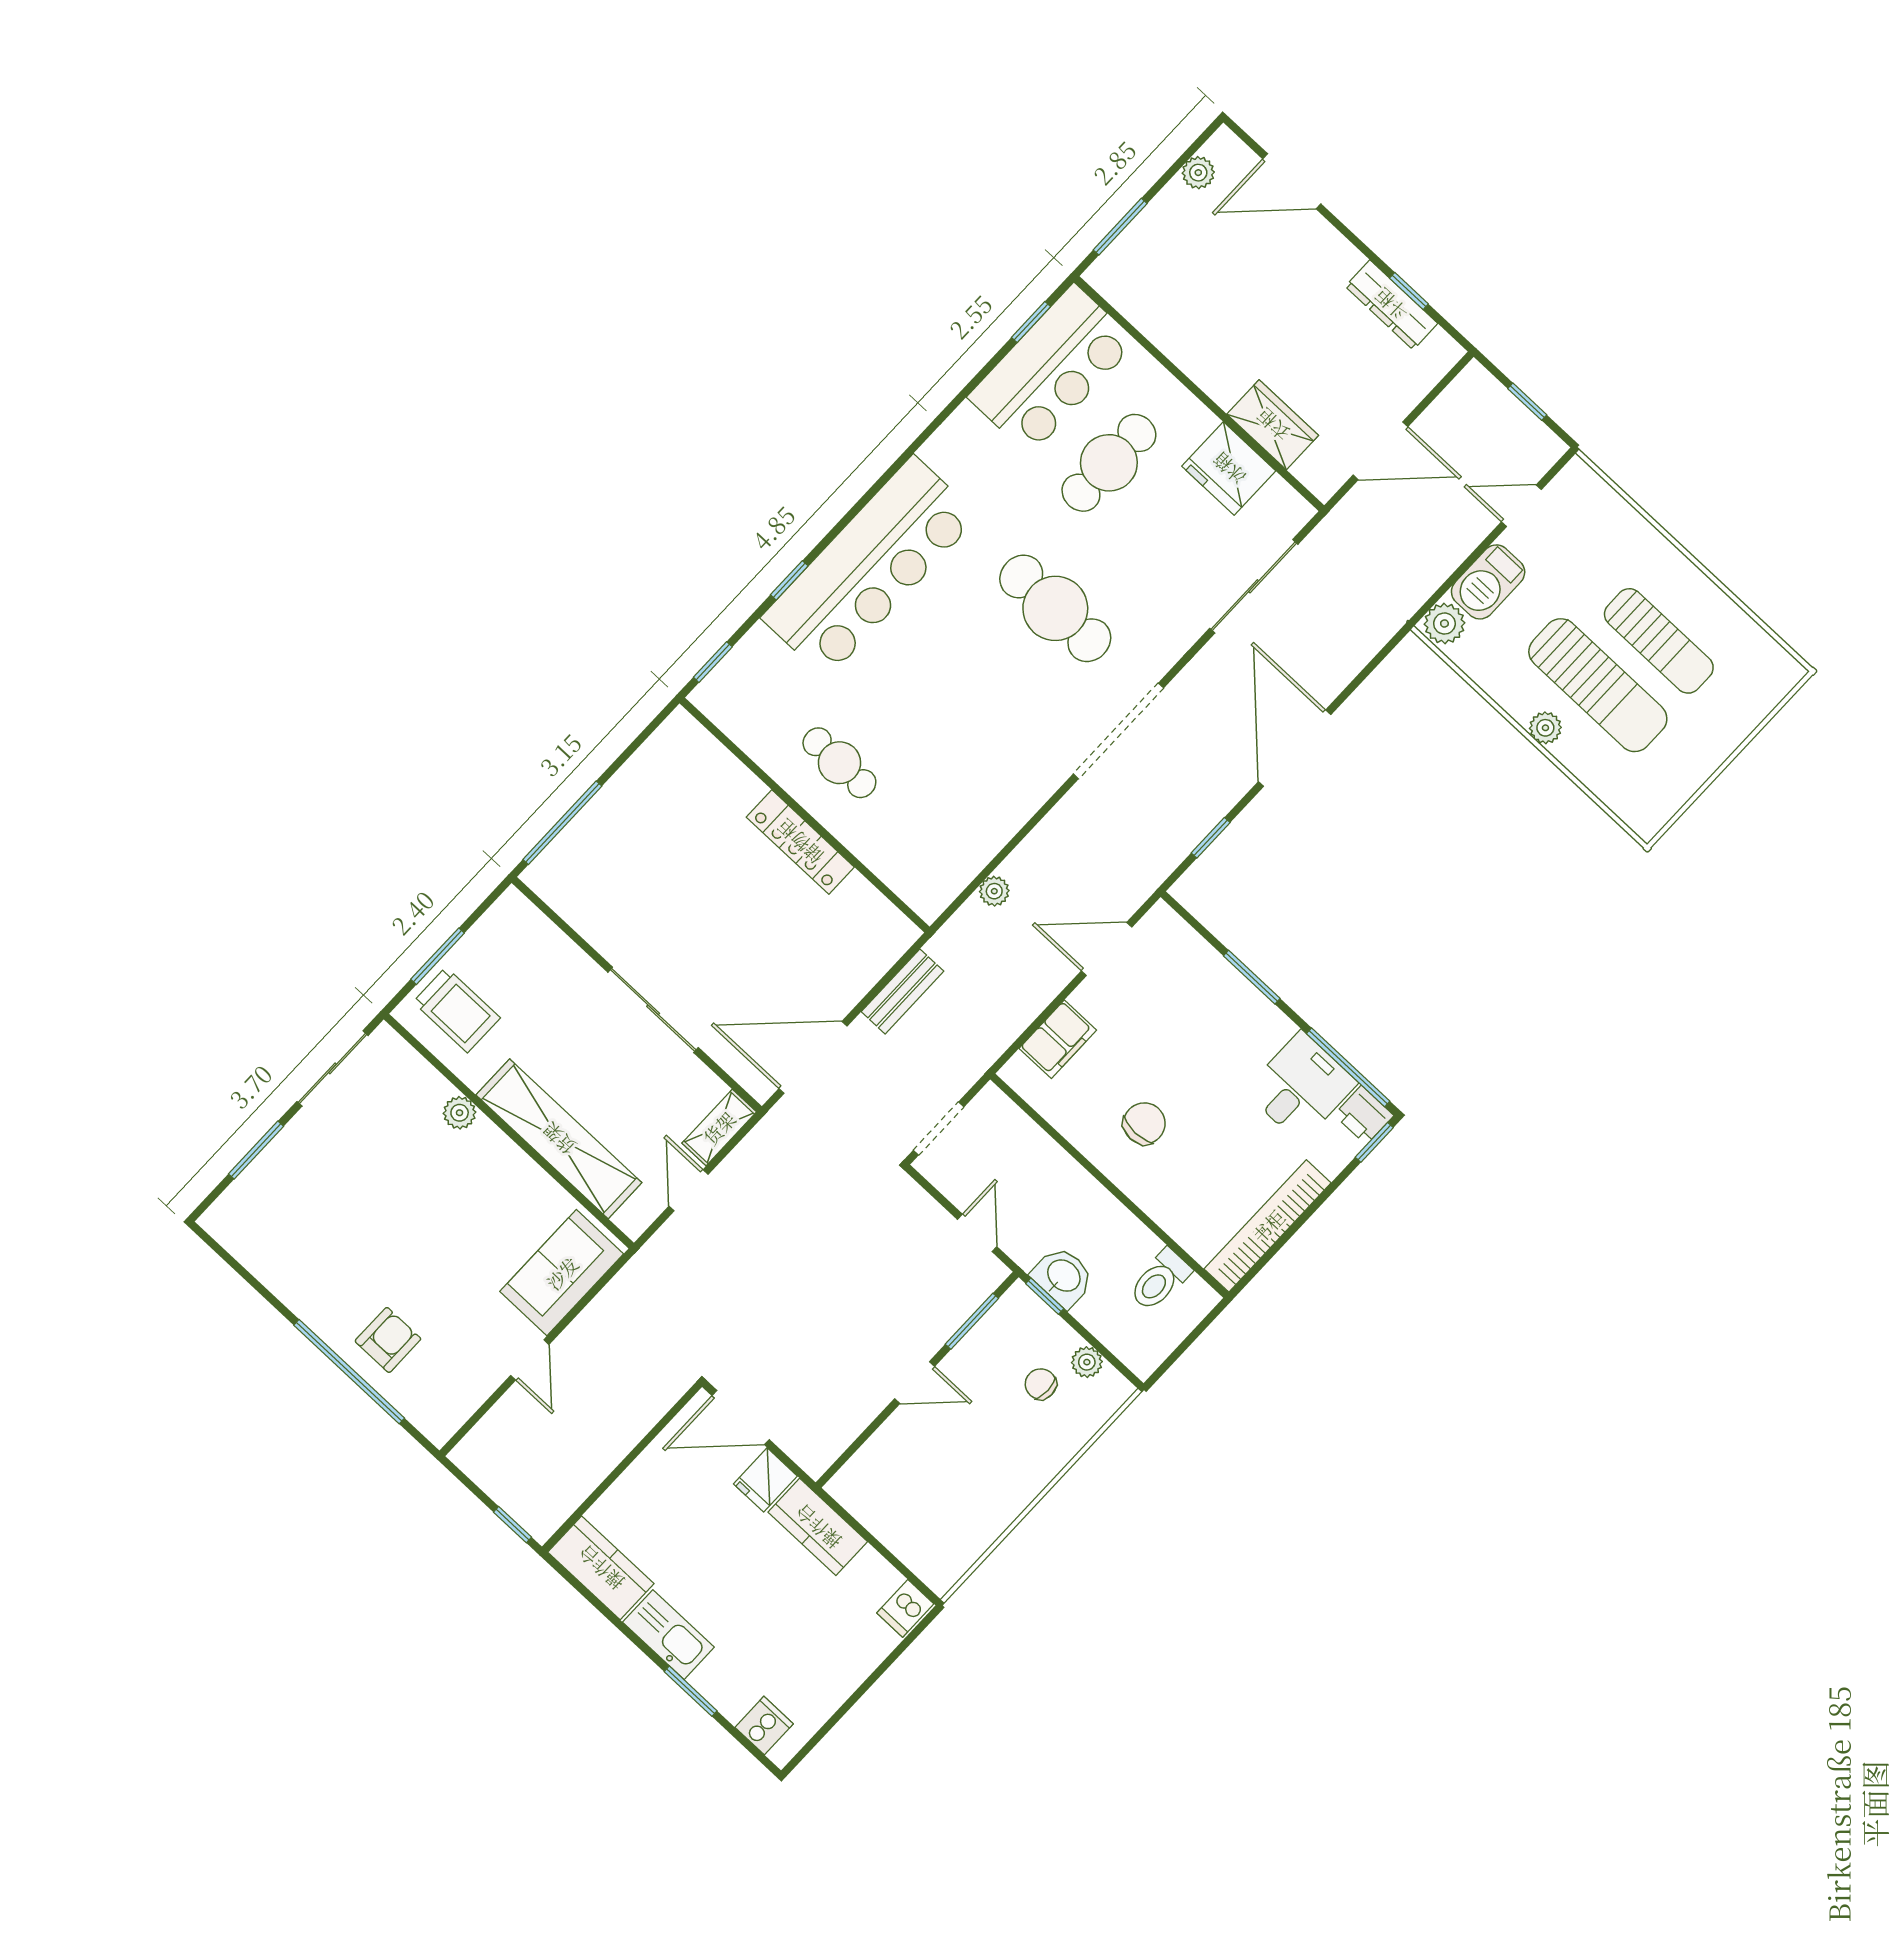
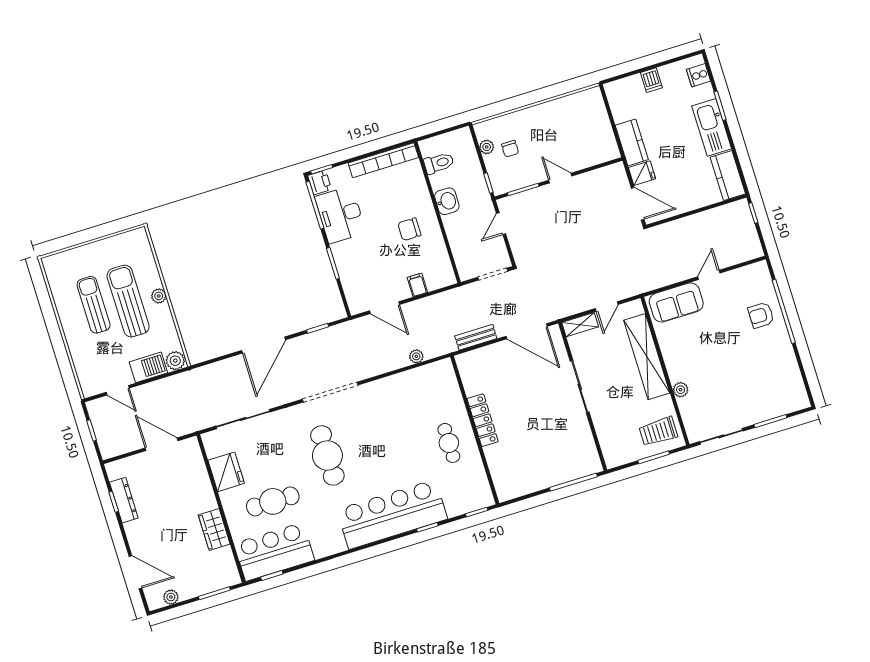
wardrobe: (1273, 425) -> (214, 529), moved
trolley: (457, 1010) -> (658, 431), turned -90
filing cabinet: (1058, 1039) -> (417, 285), width x0.50
desk: (1301, 1087) -> (340, 215), width x1.37
washbasin: (1063, 1277) -> (447, 201), moved, turned 180
dishwasher: (905, 1608) -> (651, 80), moved, turned 90
kitchen sink: (668, 1635) -> (712, 127), width x1.36, depth x1.24

